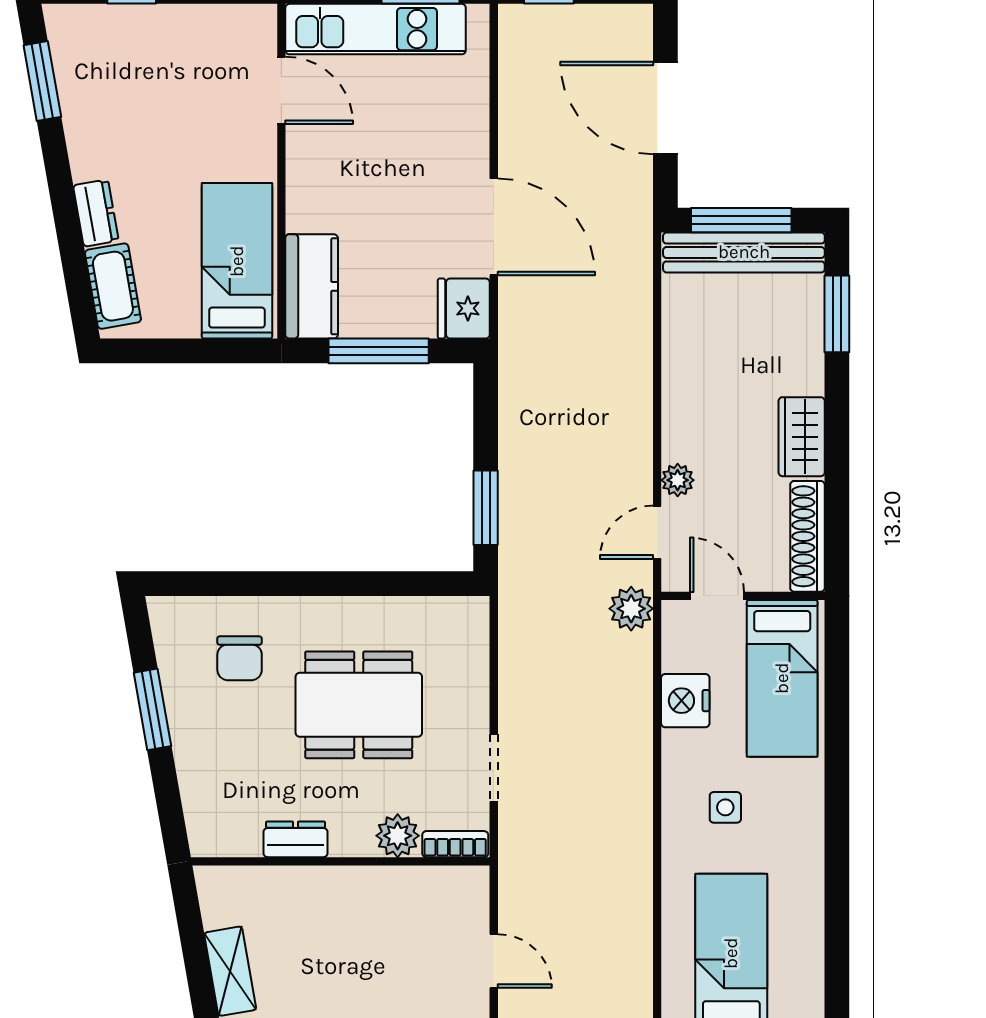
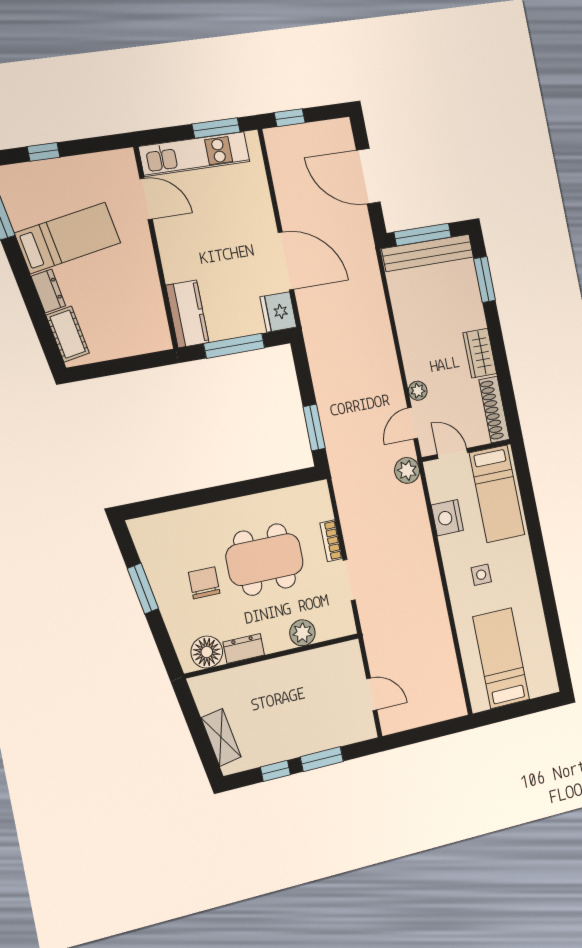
bed: (237, 261) -> (68, 238), moved, turned 80
chair: (240, 658) -> (204, 583), moved, turned 180
floor lamp: (234, 831) -> (207, 652), added
bookcase: (455, 844) -> (331, 541), moved, turned -90

